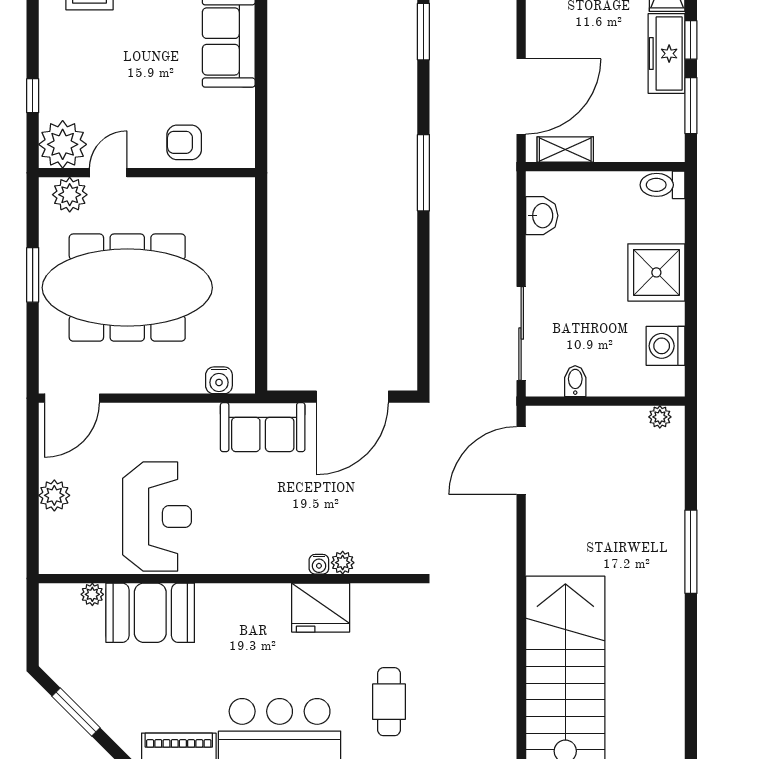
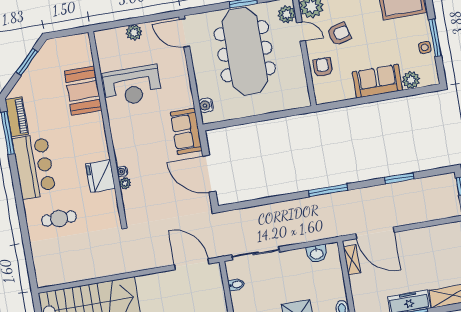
armchair: (125, 100) -> (339, 34), added
plant: (92, 594) -> (87, 60), removed

